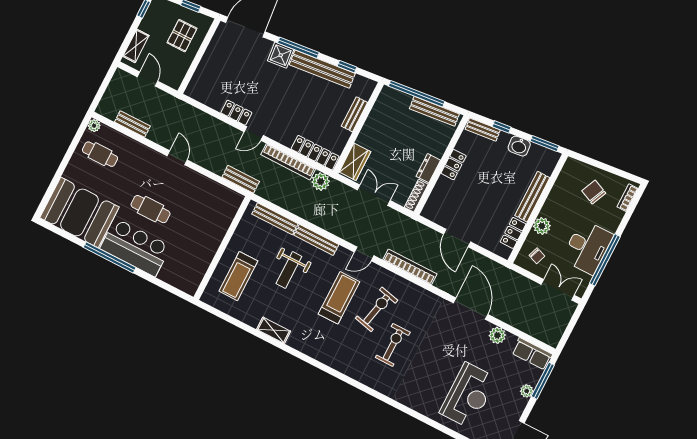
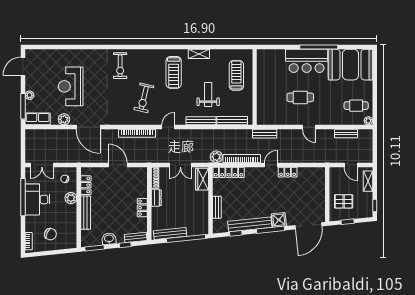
pallet: (182, 36) -> (344, 201), turned 90
cafe table: (150, 209) -> (300, 97), moved
treadmill: (339, 298) -> (174, 72), moved
exercise bike: (393, 345) -> (120, 66), moved
reception desk: (468, 395) -> (71, 86), moved

